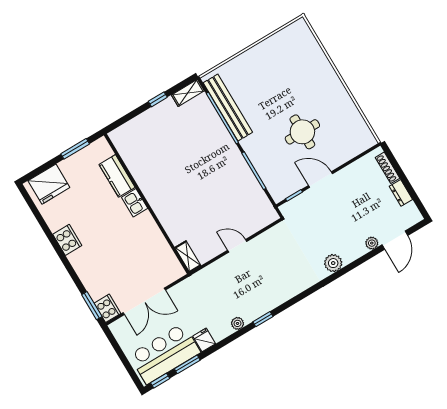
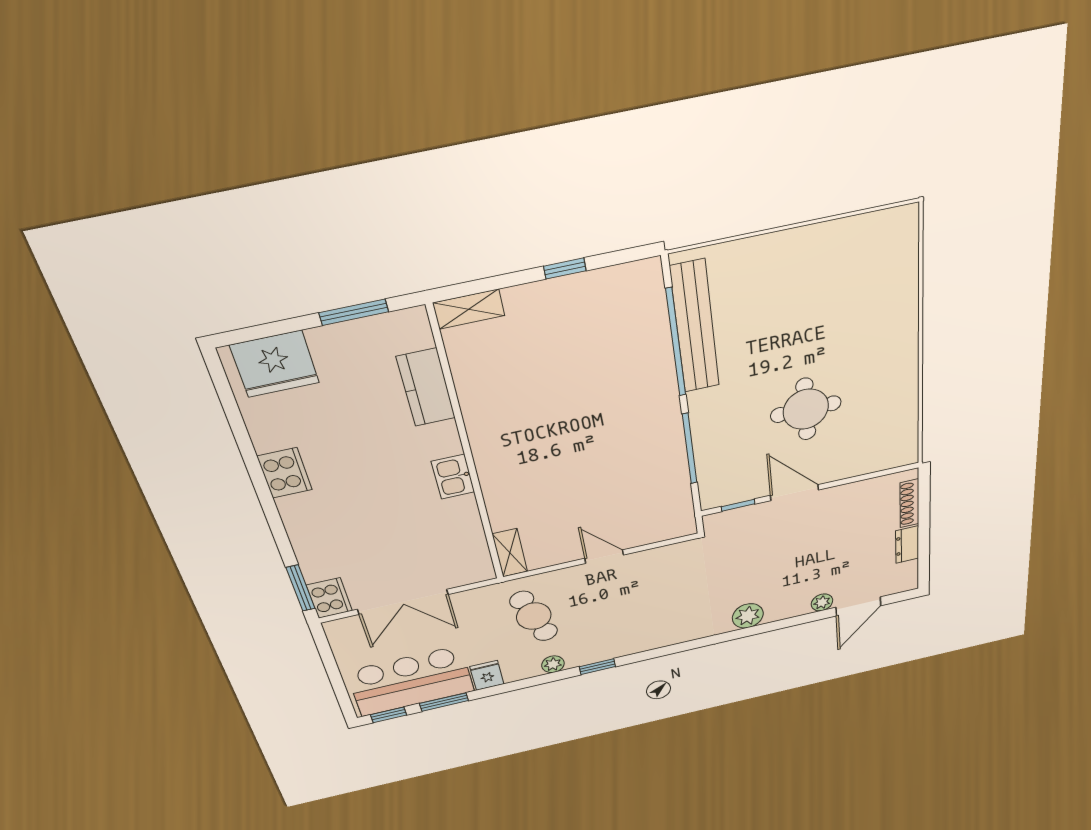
shelving: (188, 93) -> (469, 309), moved
kitchen sink: (135, 203) -> (453, 477), moved
cafe table: (215, 293) -> (534, 616), added

